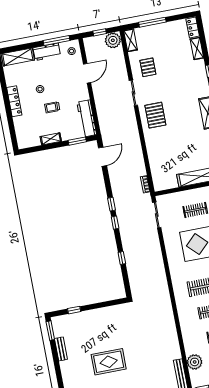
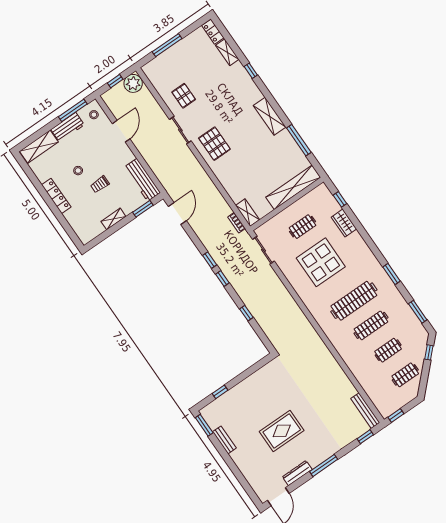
shelving: (131, 40) -> (248, 213), moved
plant: (195, 362) -> (374, 390), removed

